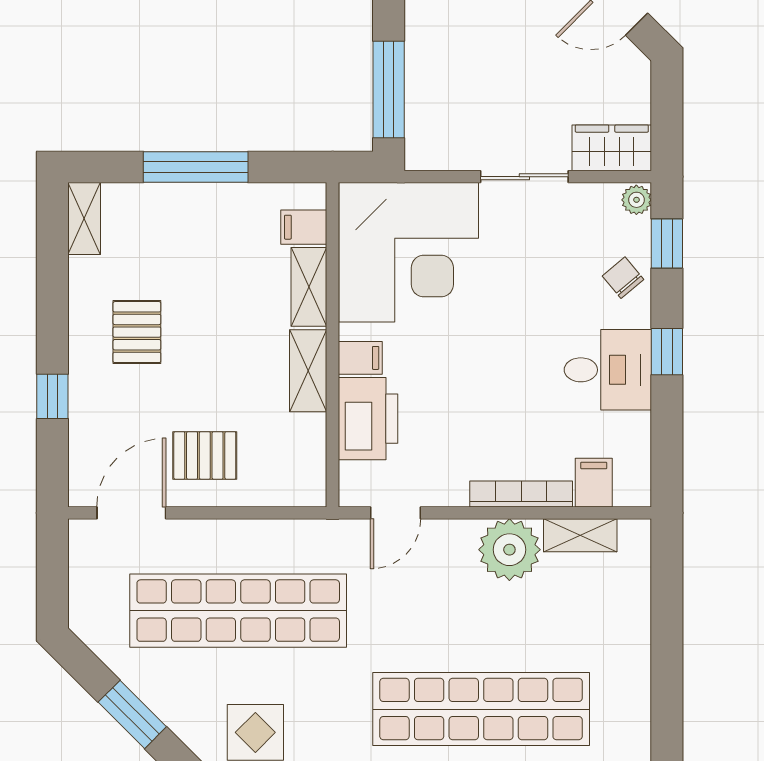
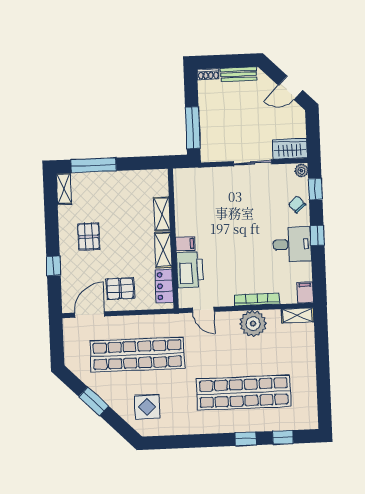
window: (196, 167) -> (94, 165), moved
filing cabinet: (304, 227) -> (159, 188), removed
corner desk: (409, 252) -> (204, 197), removed
locker: (307, 454) -> (164, 286), added
filing cabinet: (594, 483) -> (305, 292), moved
door: (395, 513) -> (203, 310), hinge flipped
shelving: (580, 535) -> (297, 315), moved

